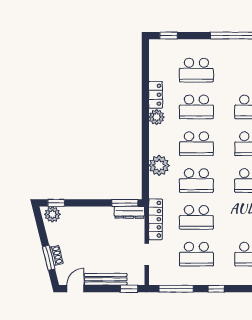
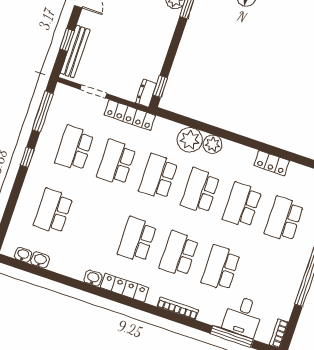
plant: (157, 117) -> (213, 144), moved
window: (125, 203) -> (160, 86), width x0.67
dresser: (129, 212) -> (146, 93), width x0.70
bench: (106, 279) -> (75, 51), moved
window: (129, 289) -> (67, 40), moved

